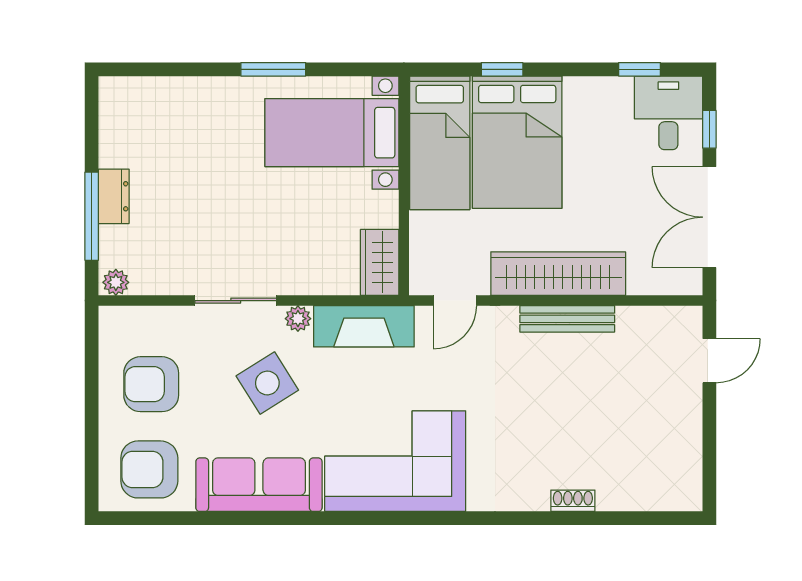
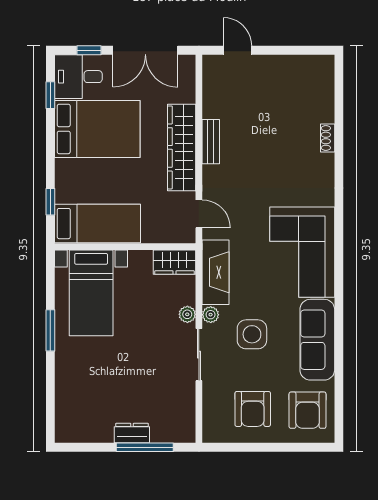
window: (502, 69) -> (50, 202), moved
bed: (517, 142) -> (97, 129), moved
plant: (116, 282) -> (187, 314), moved
bench: (567, 319) -> (211, 142), width x0.73
side table: (267, 383) -> (252, 334), turned 32

